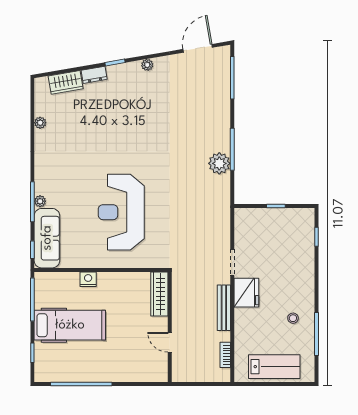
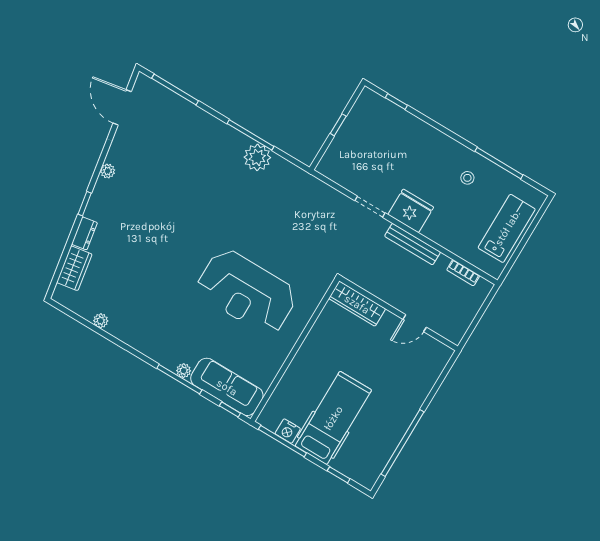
nightstand: (88, 279) -> (288, 431), moved, turned -90

